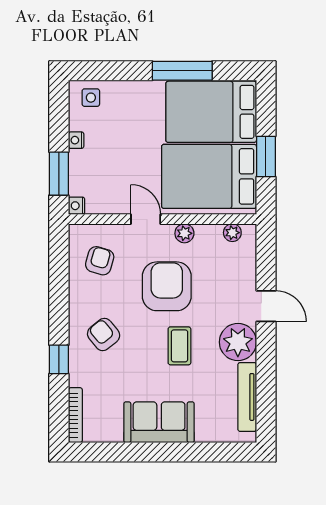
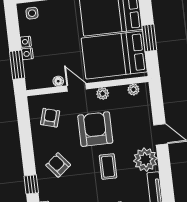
nightstand: (76, 206) -> (27, 54), moved
floor lamp: (119, 206) -> (58, 81), added

